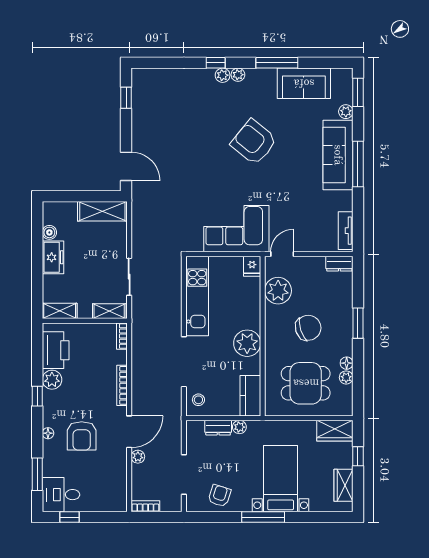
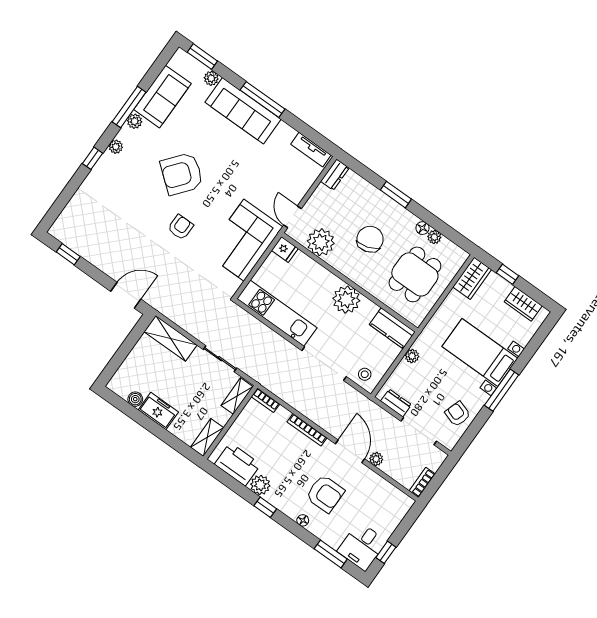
plant: (223, 75) -> (135, 121), moved
armchair: (211, 171) -> (181, 227), added
shelving: (102, 211) -> (171, 338), moved, turned 90
dresser: (218, 428) -> (396, 403), moved, turned -90

